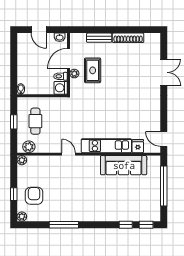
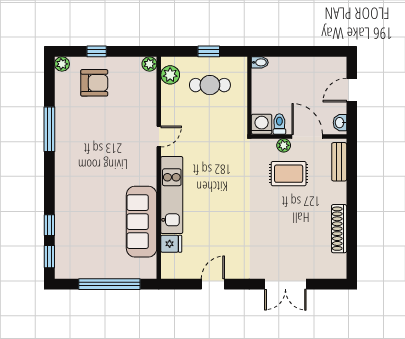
bench: (99, 38) -> (339, 162), moved
door: (164, 139) -> (213, 284), moved

